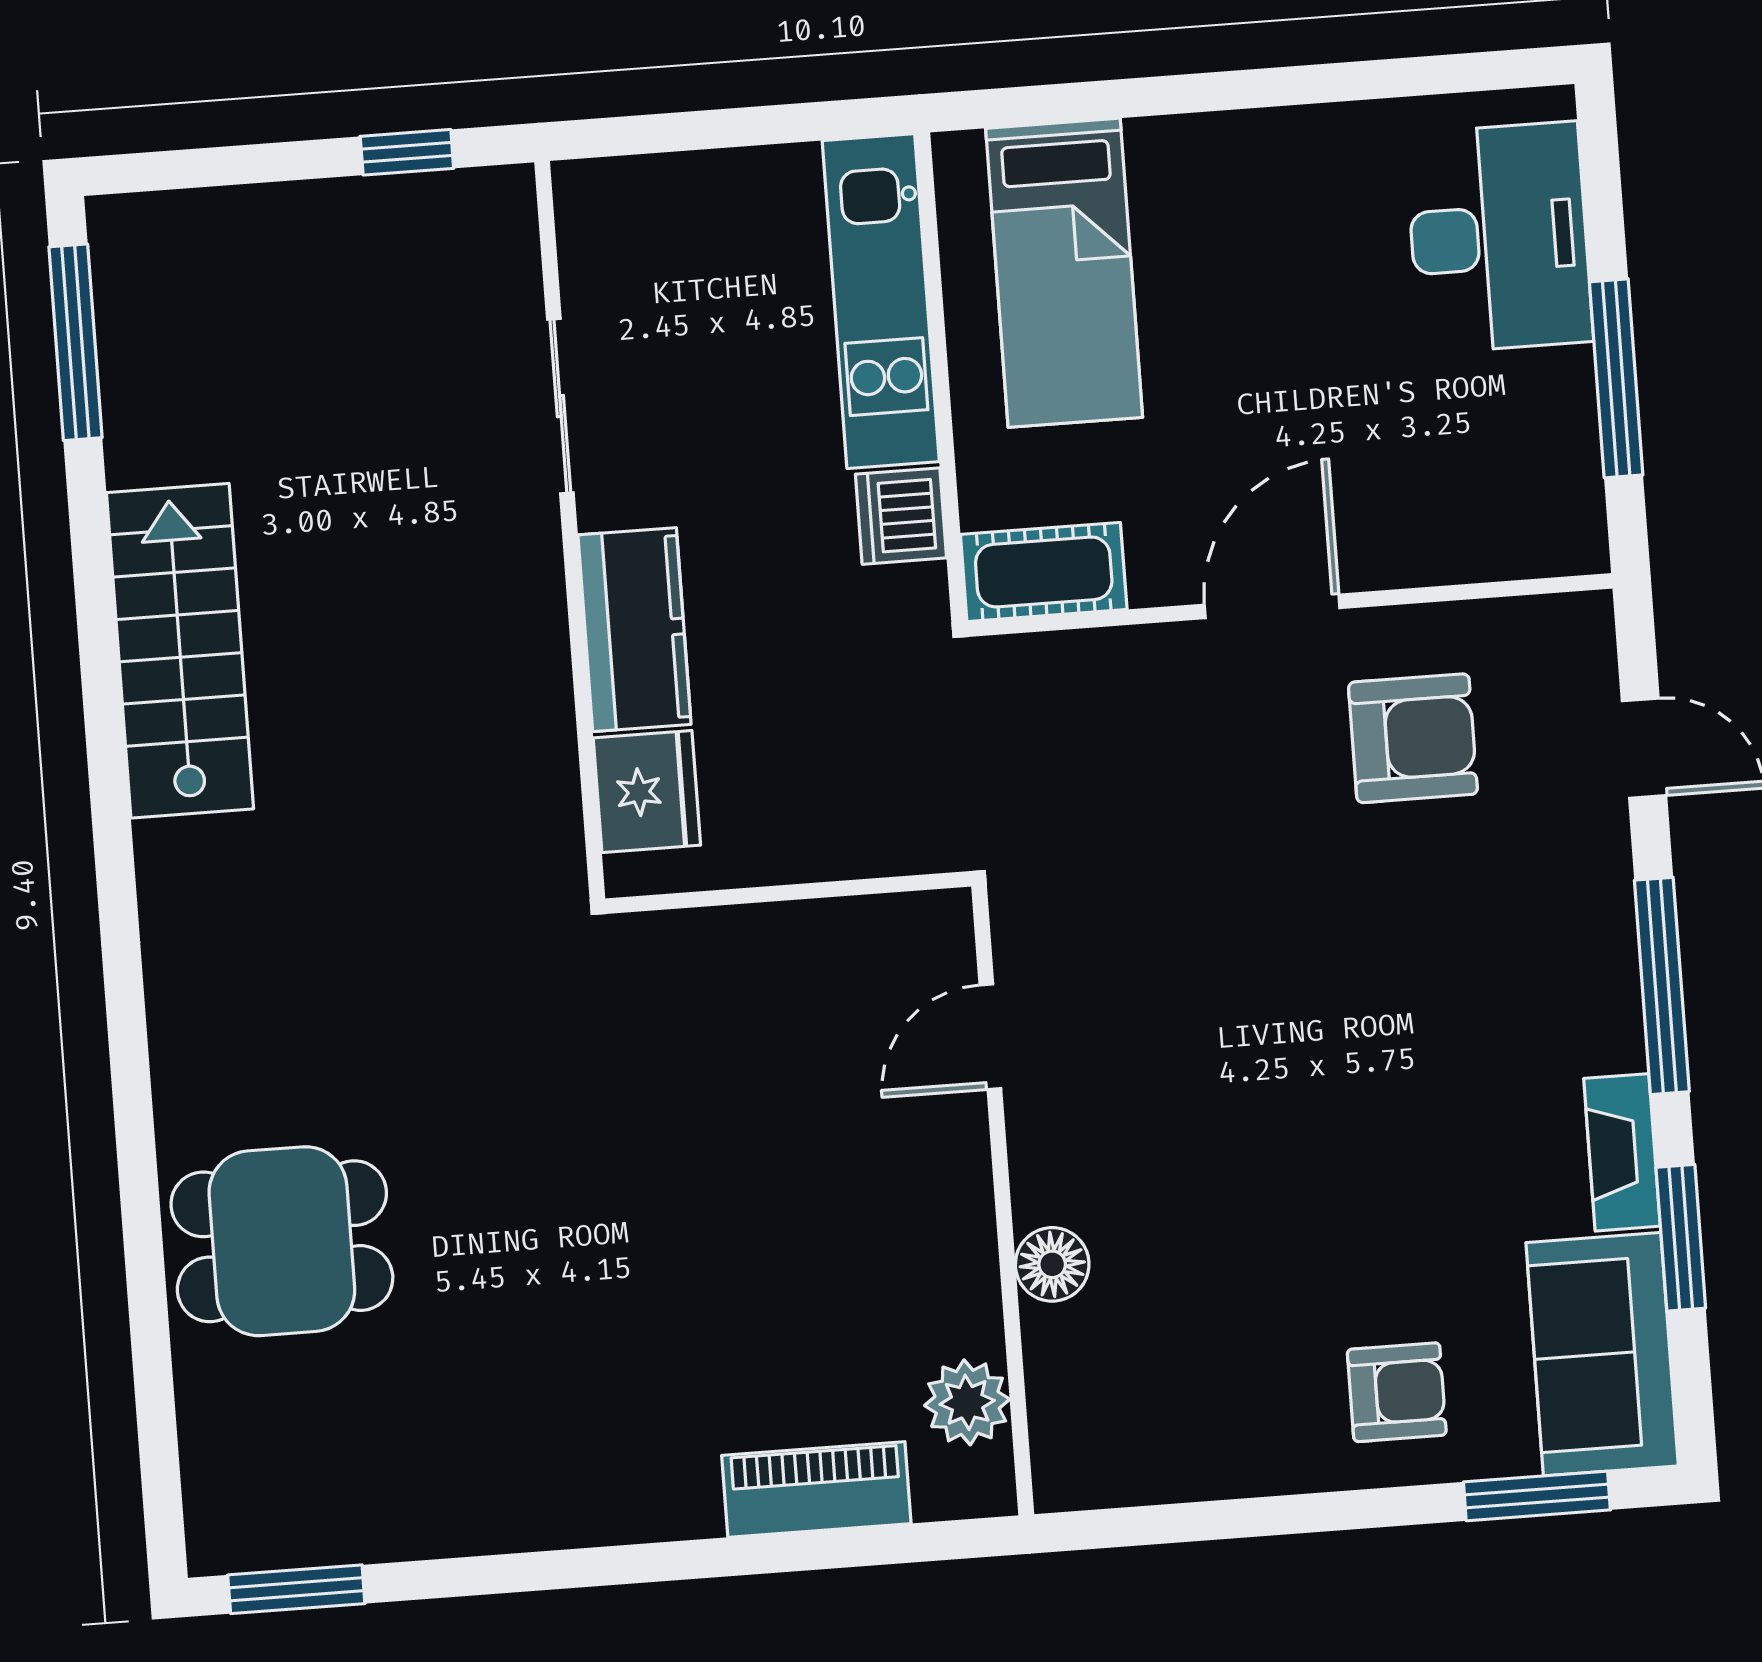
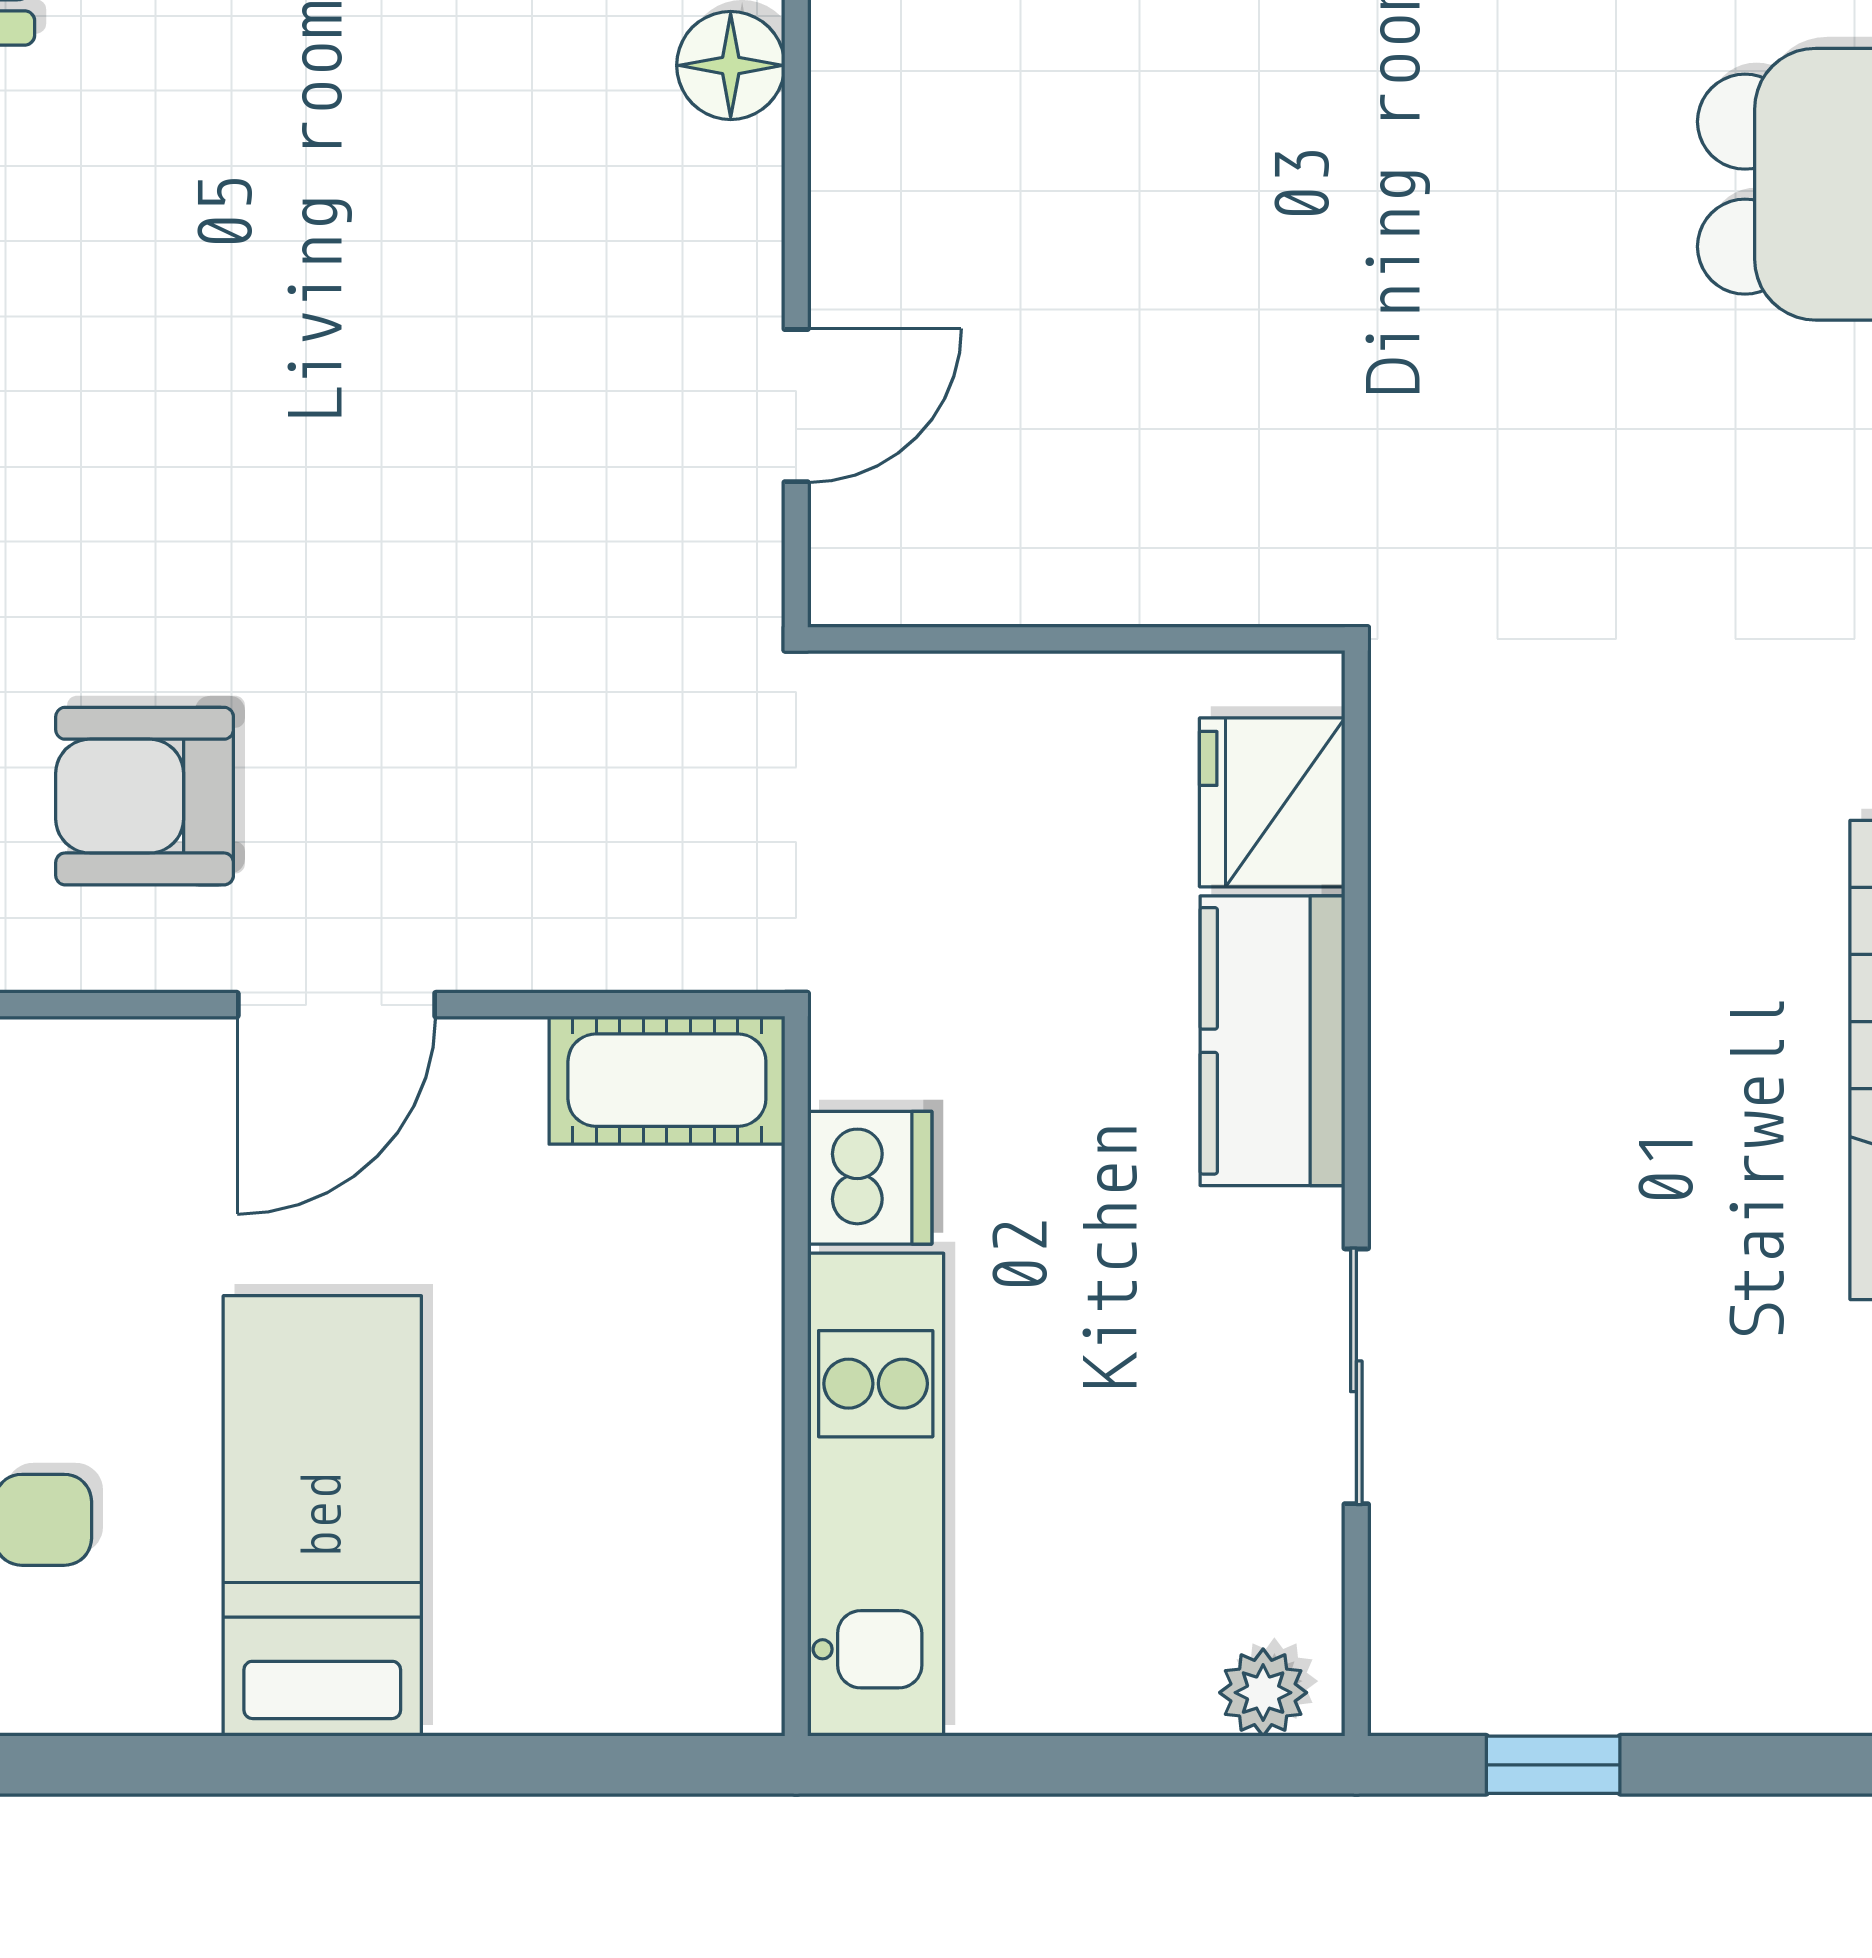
plant: (608, 187) -> (1263, 1693), added
bed: (1064, 273) -> (322, 1516), moved

